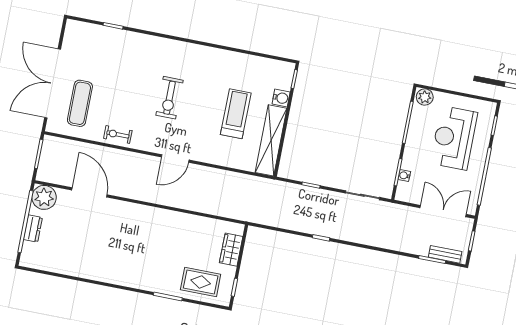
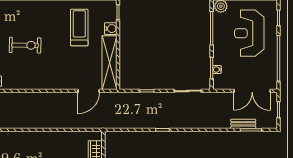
exercise bike: (169, 98) -> (25, 45), turned -89
treadmill: (236, 114) -> (79, 27), moved
door: (175, 158) -> (89, 91), moved
double door: (443, 211) -> (252, 91), swing flipped
bench: (445, 254) -> (243, 124), moved

